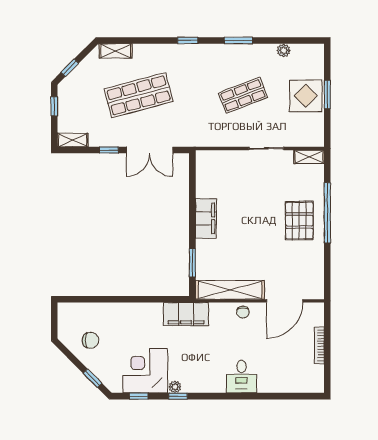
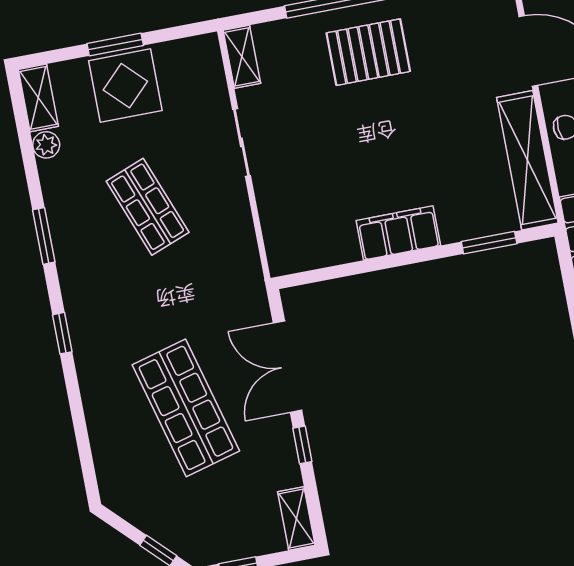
shelving: (116, 51) -> (38, 98), moved
double door: (149, 150) -> (287, 367), swing flipped

